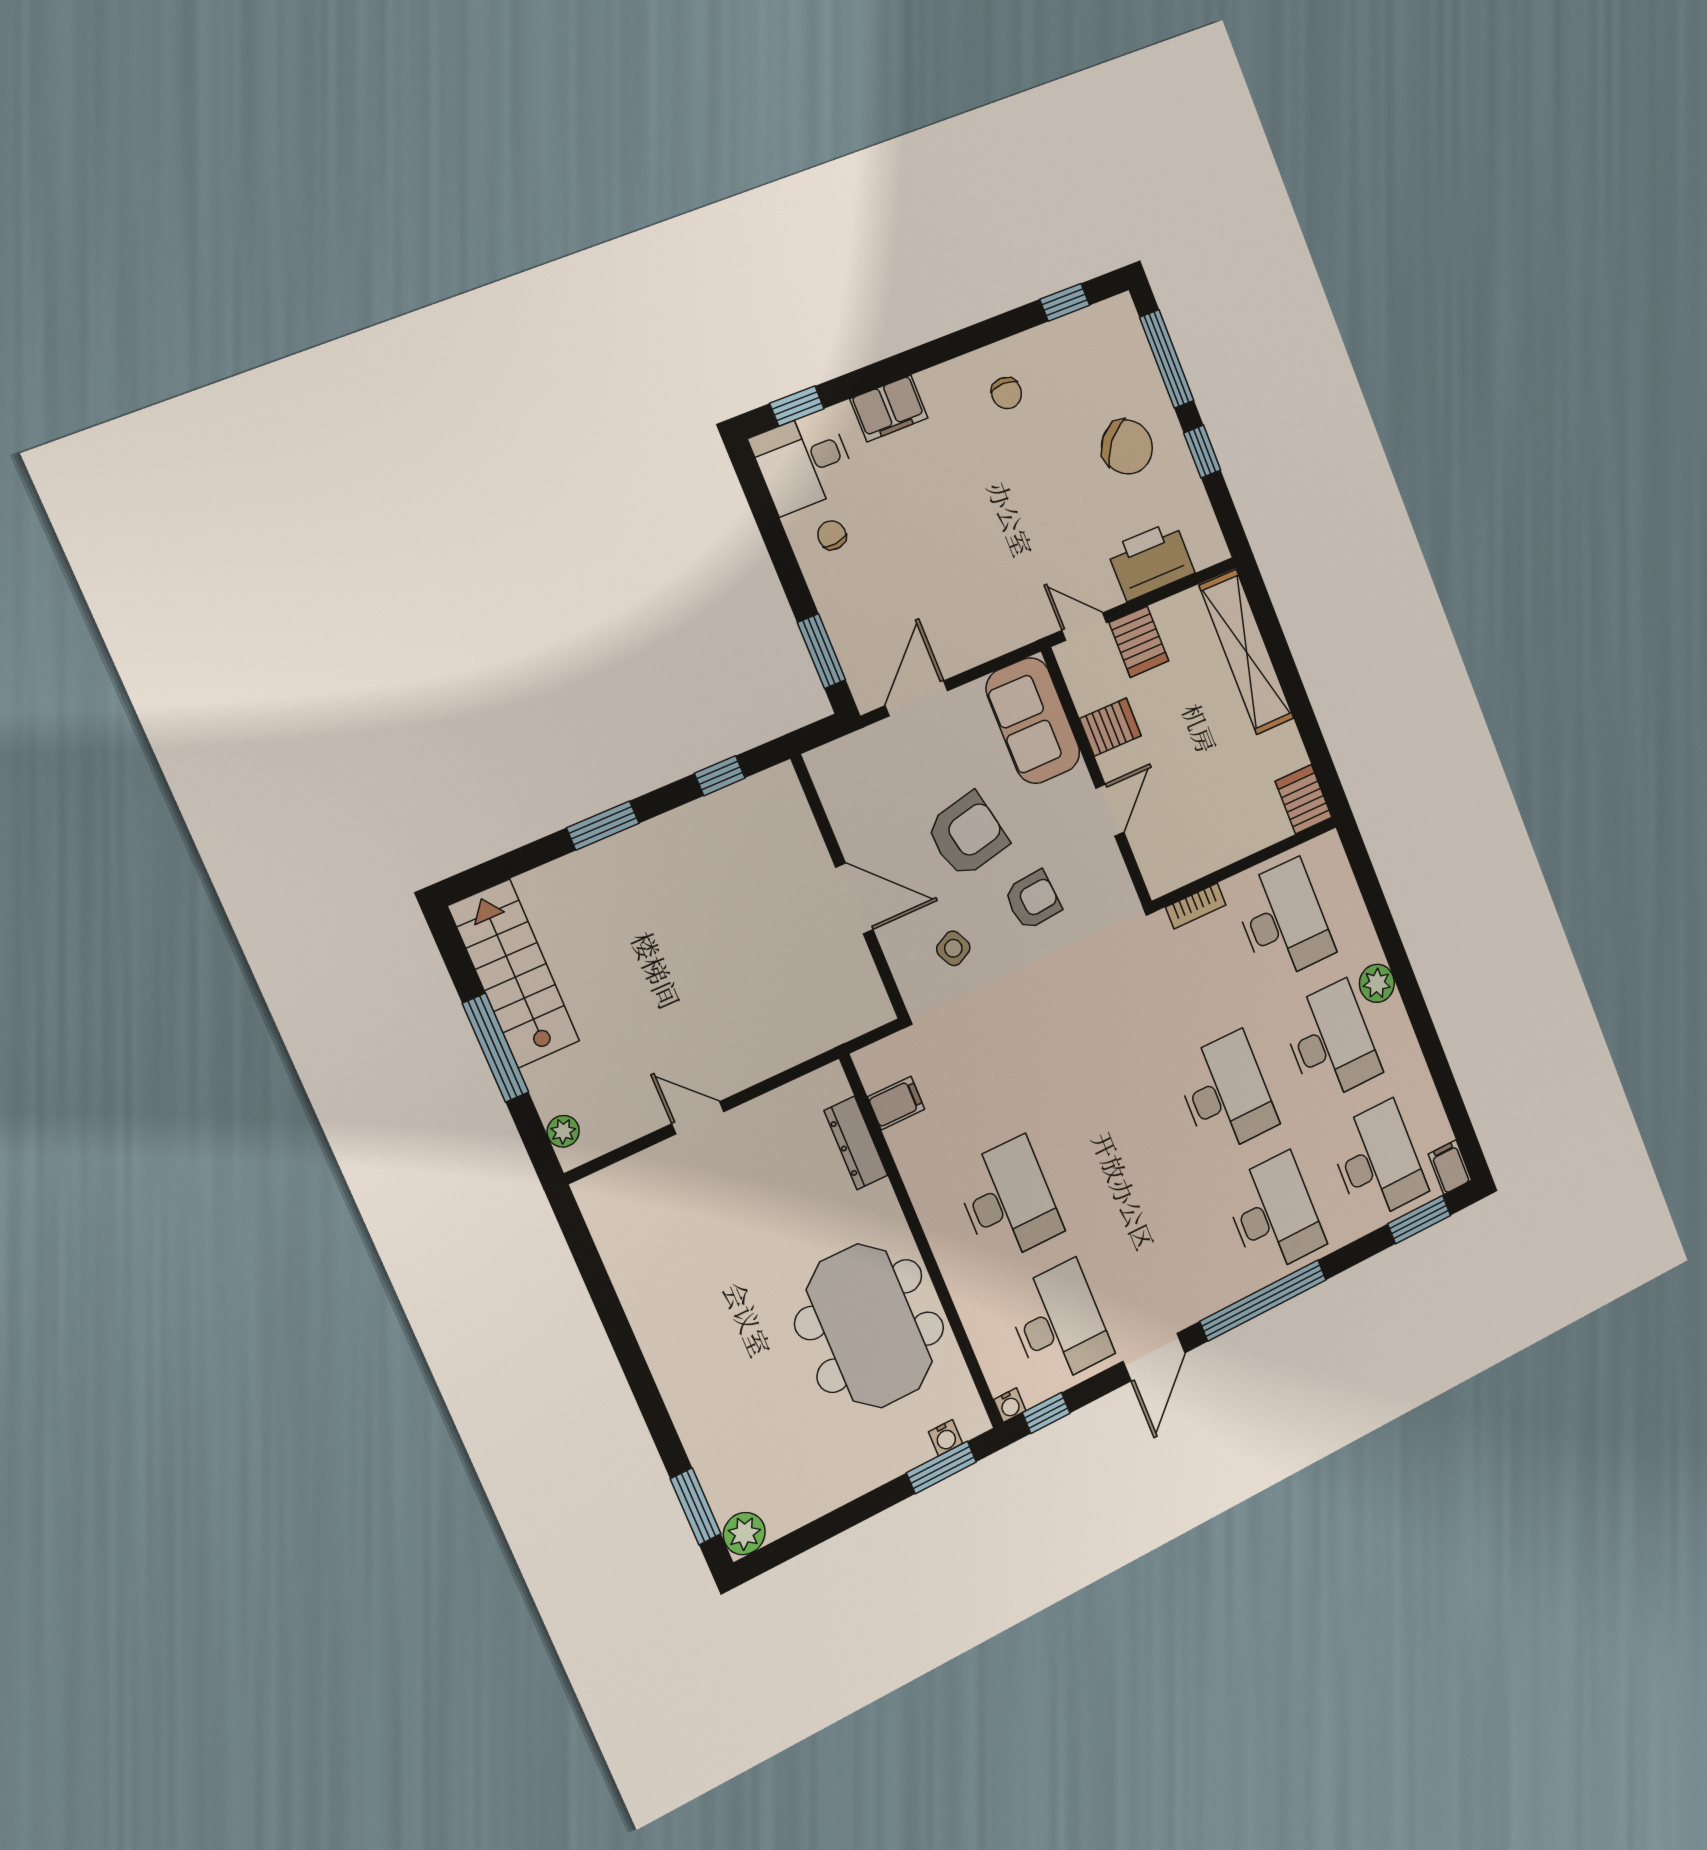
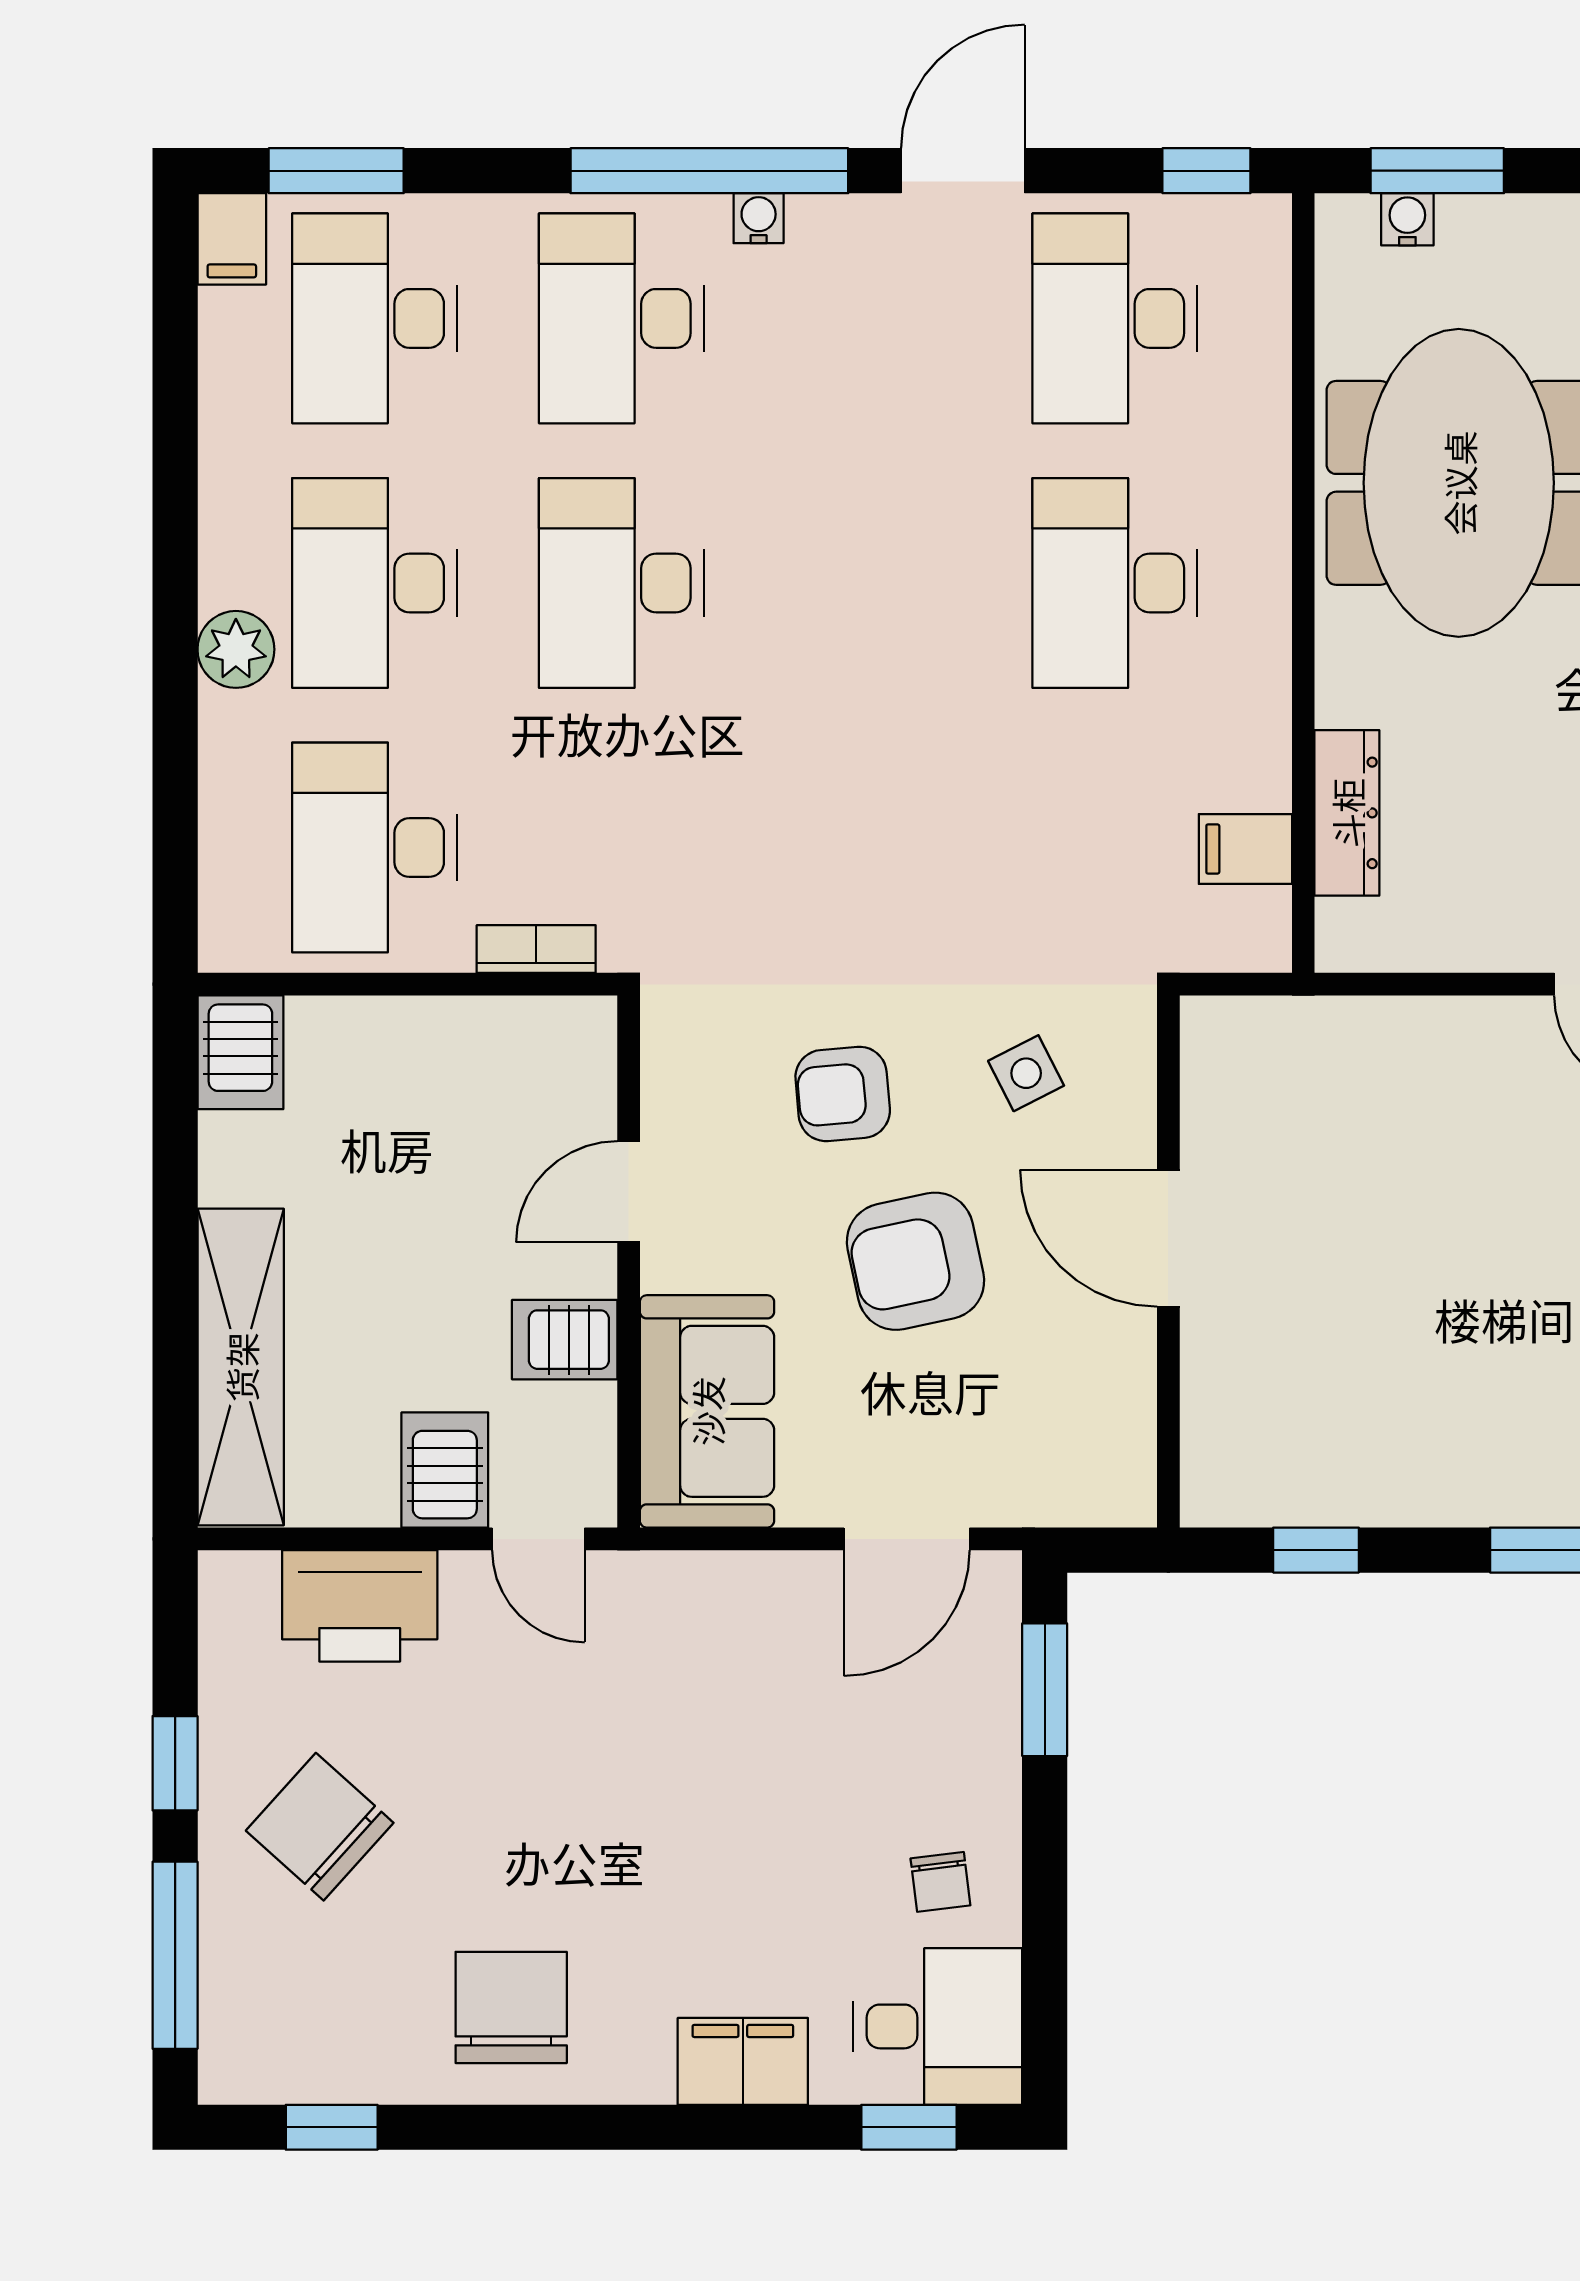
chair: (1007, 393) -> (511, 2007), width x1.87, depth x1.87
water cooler: (1010, 1405) -> (759, 218), moved

